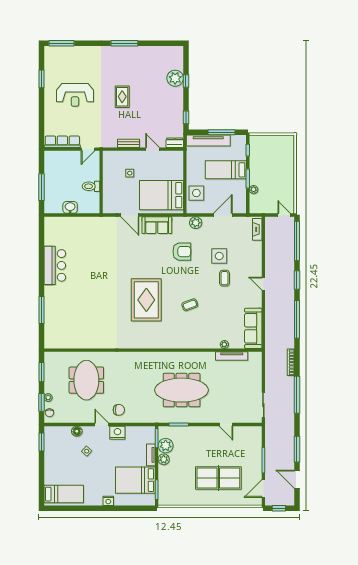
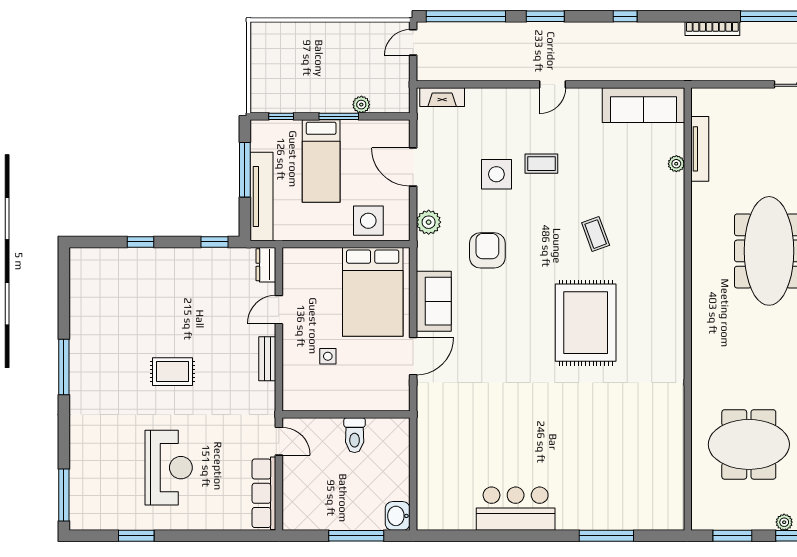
plant: (175, 78) -> (135, 264), removed
washbasin: (70, 207) -> (398, 516), moved
rug: (146, 300) -> (586, 323), turned 90
window: (297, 319) -> (625, 16), width x0.32

